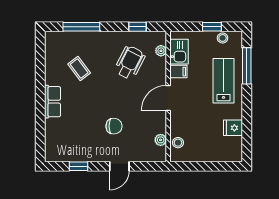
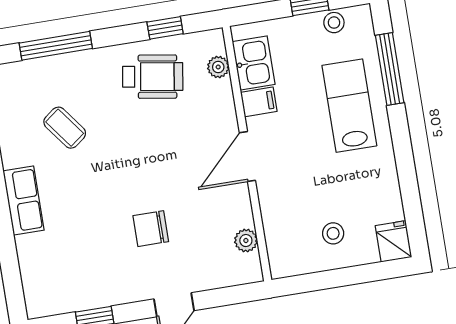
wheelchair: (130, 63) -> (153, 77), moved, turned 72
chair: (114, 126) -> (151, 229), turned 180
fridge: (233, 128) -> (393, 241), moved, turned 90
stool: (178, 143) -> (333, 233), moved

